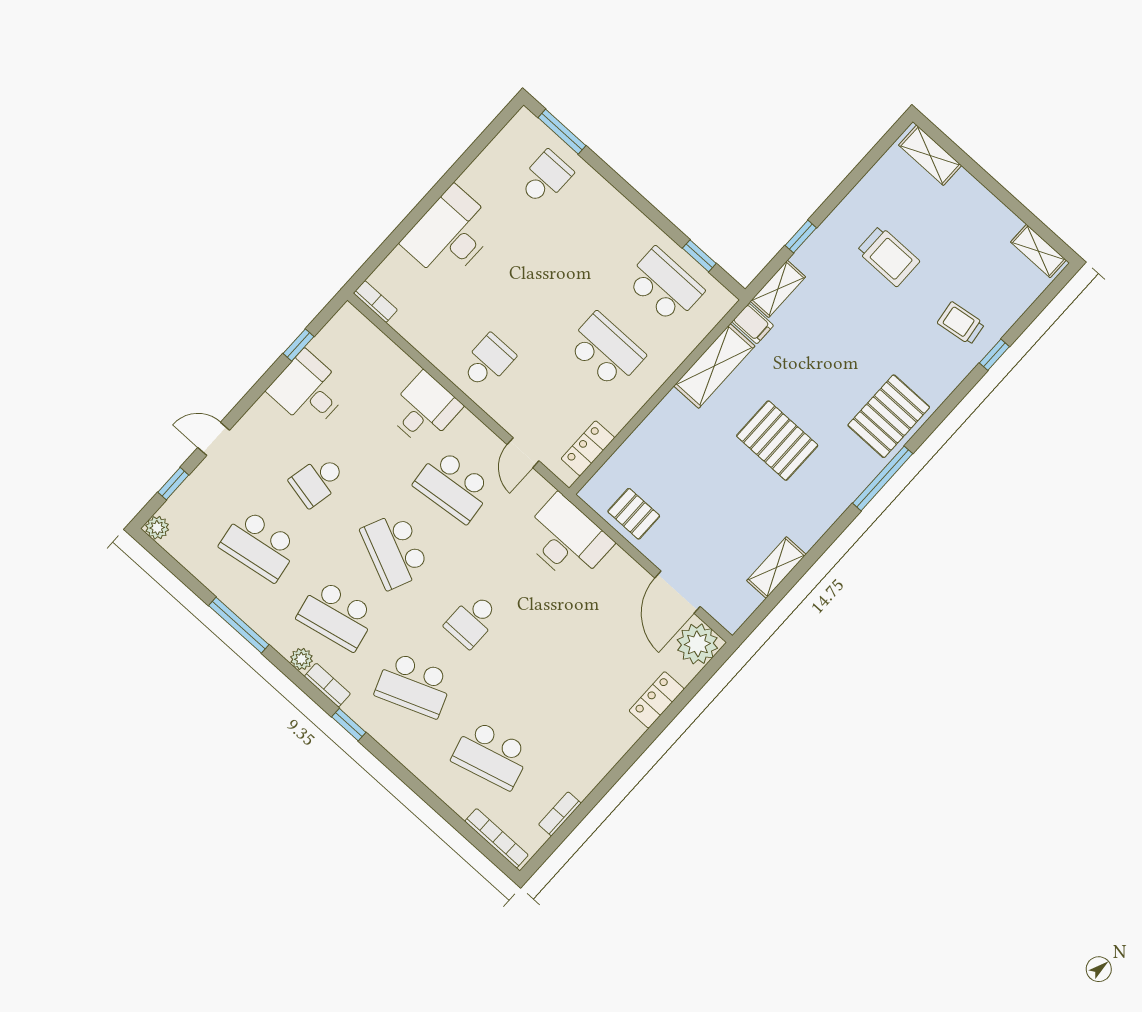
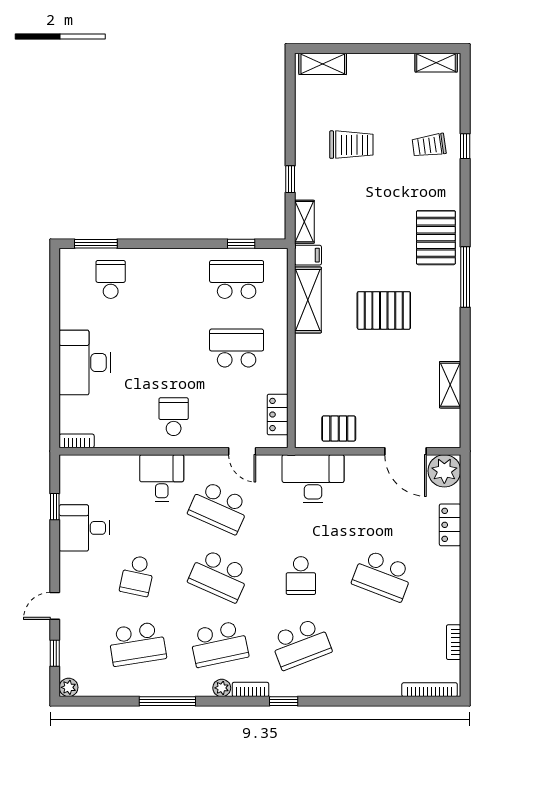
school desk: (453, 486) -> (219, 507), turned 30
school desk: (491, 755) -> (383, 576), moved, turned 36

